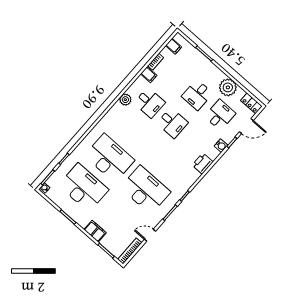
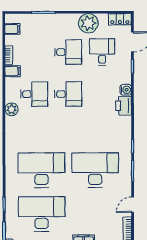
desk: (197, 95) -> (68, 52), turned -90
water cooler: (221, 146) -> (126, 90), moved

